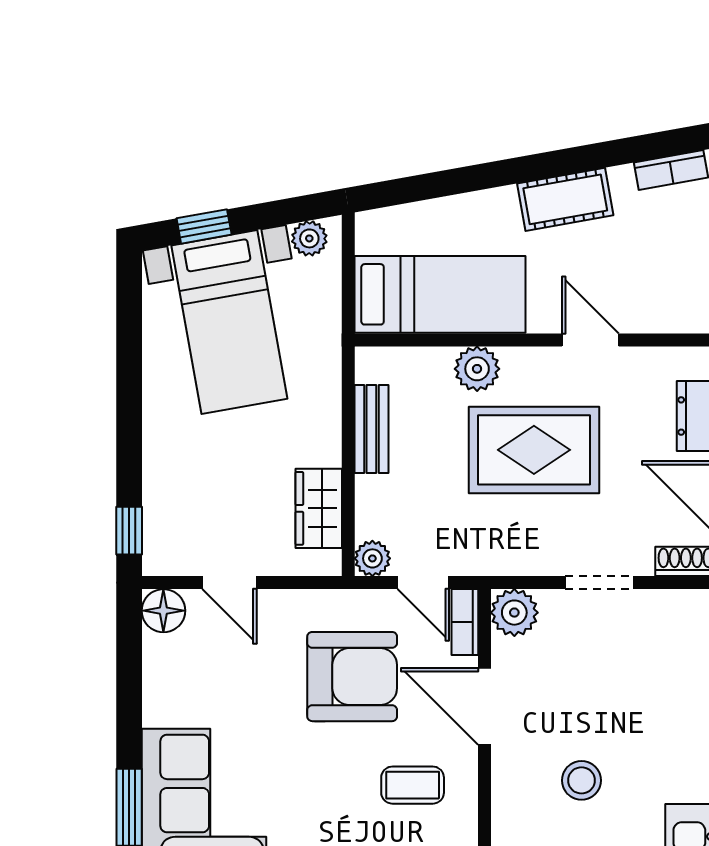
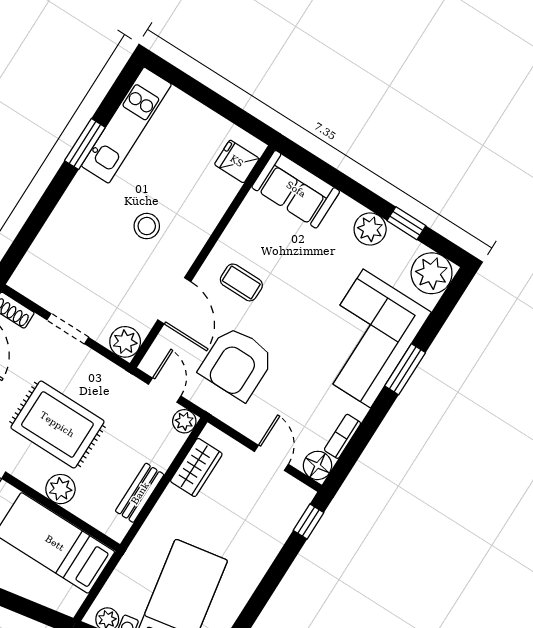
bookcase: (465, 622) -> (342, 436), moved, turned 180
armchair: (352, 677) -> (237, 363), turned -90

